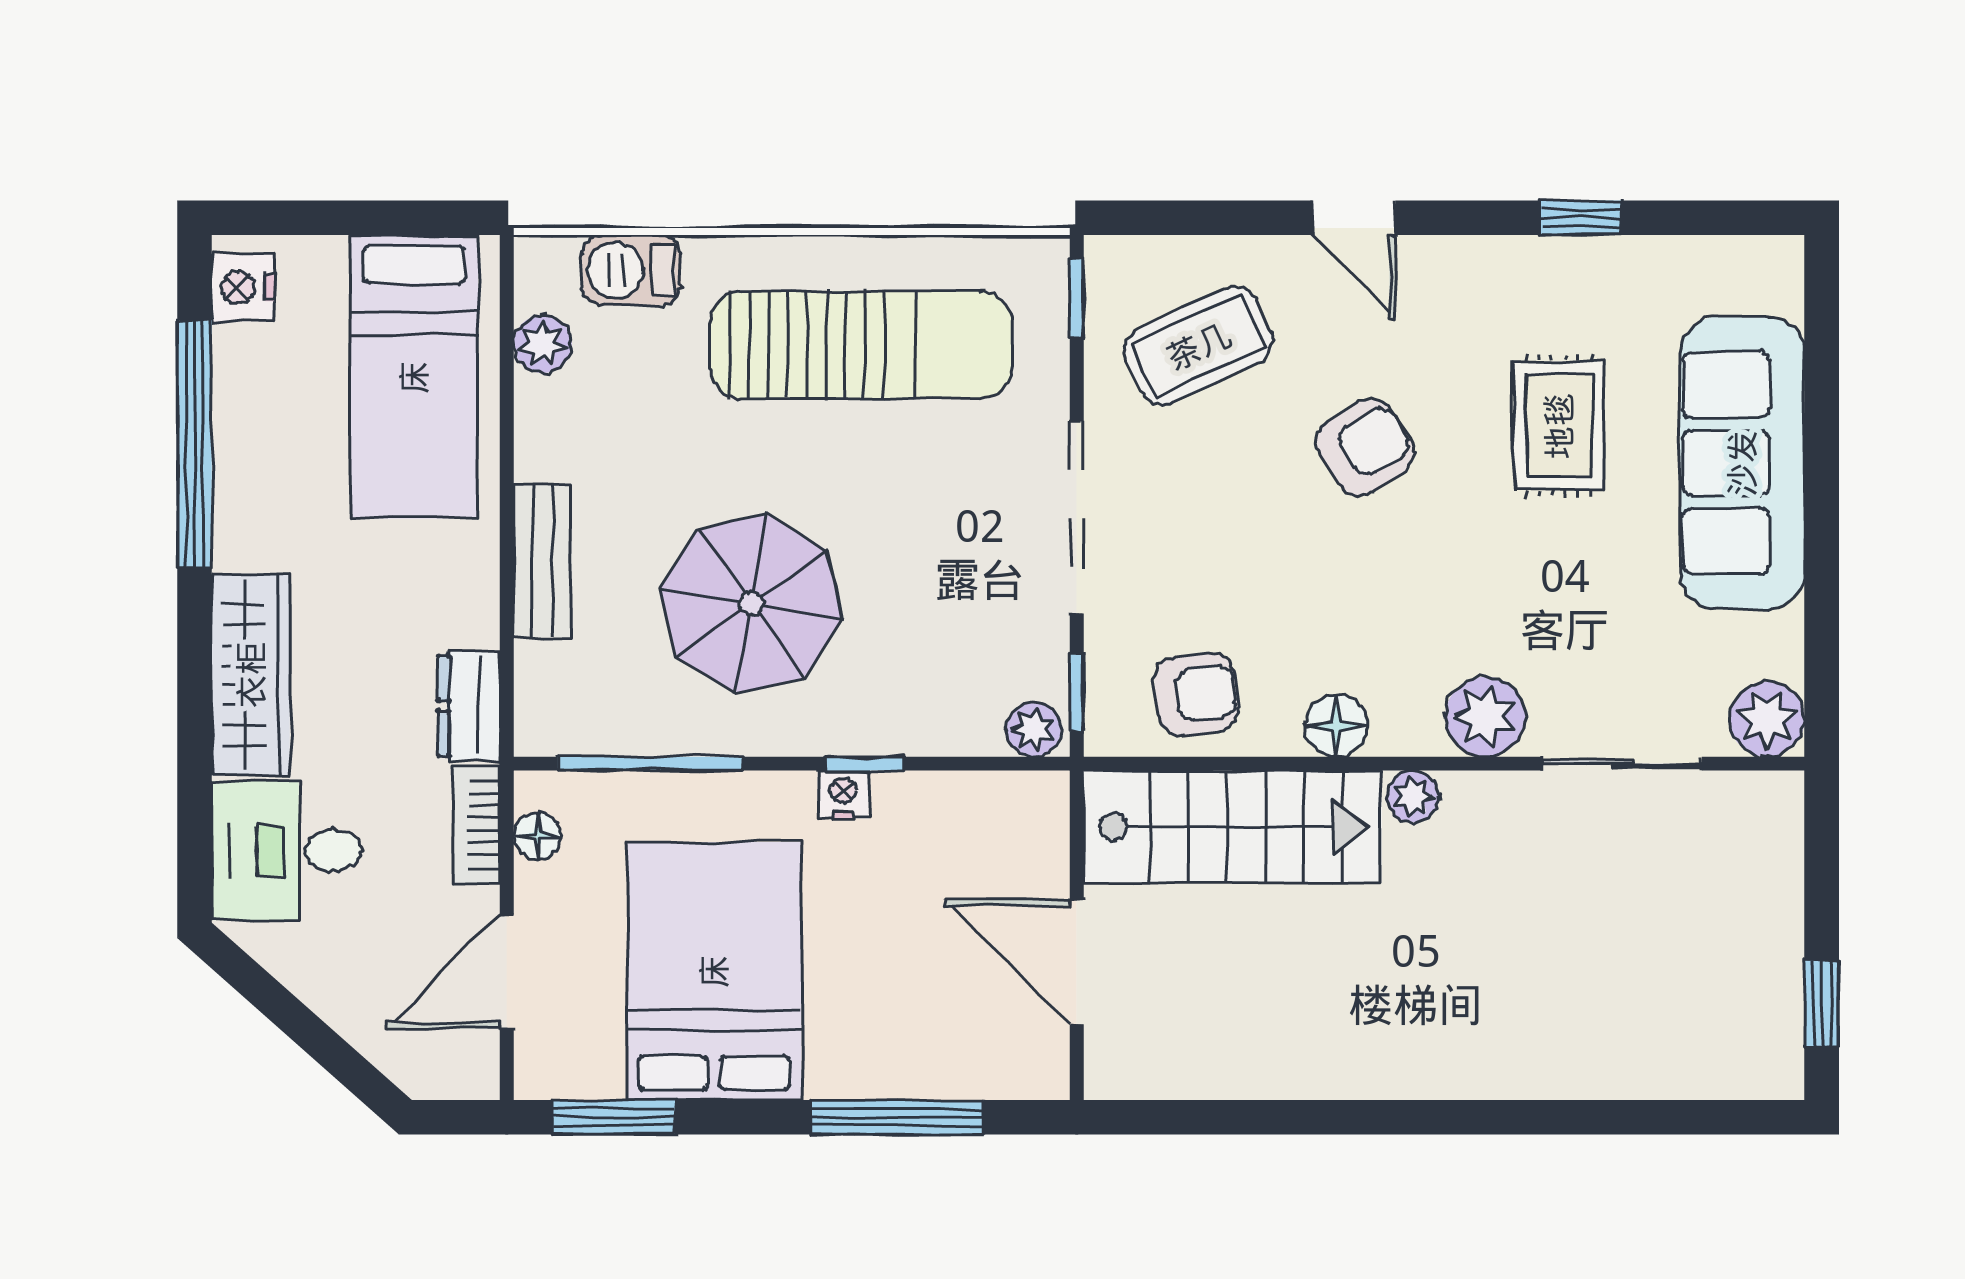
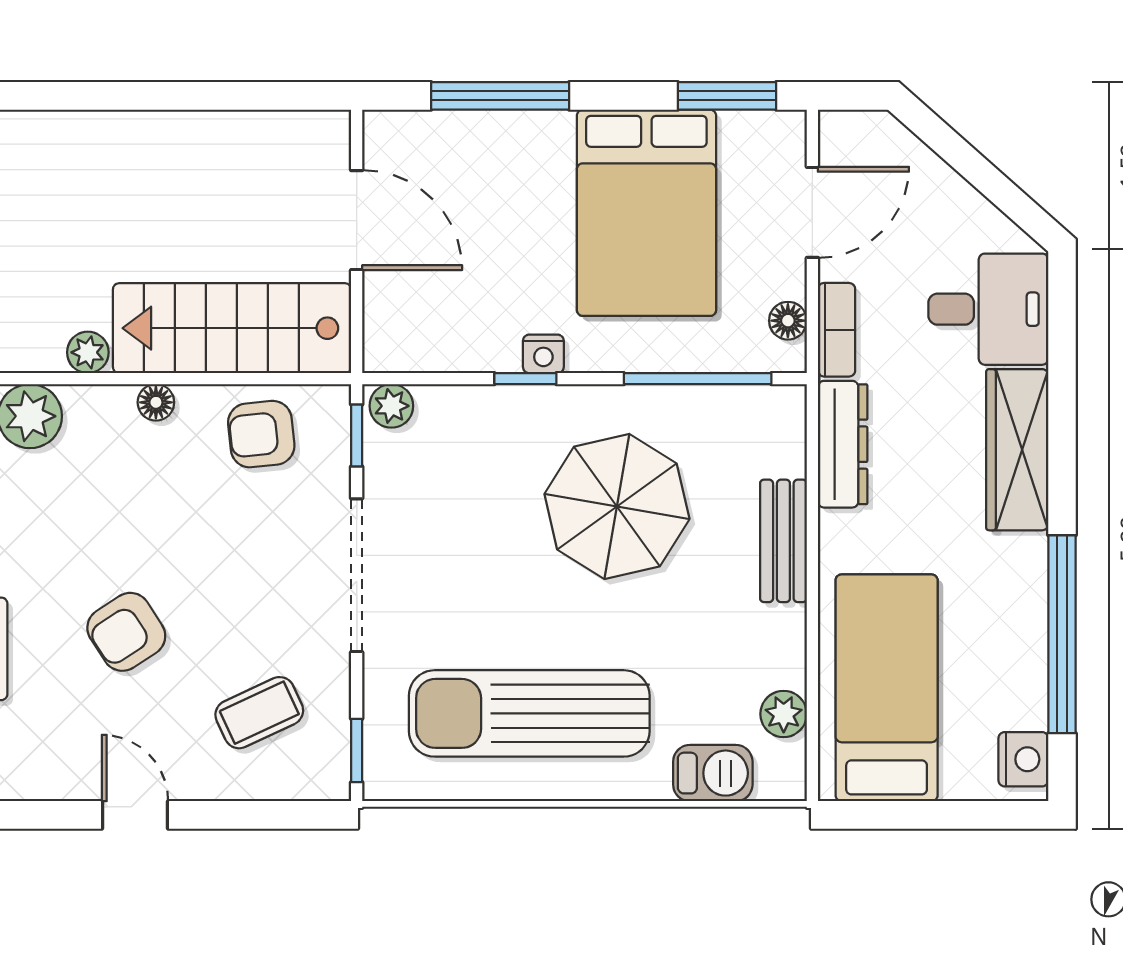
coffee table: (1199, 346) -> (259, 713), width x0.73, depth x0.77
dresser: (469, 706) -> (843, 444), width x1.44
floor lamp: (1336, 725) -> (156, 402), width x0.73, depth x0.73

